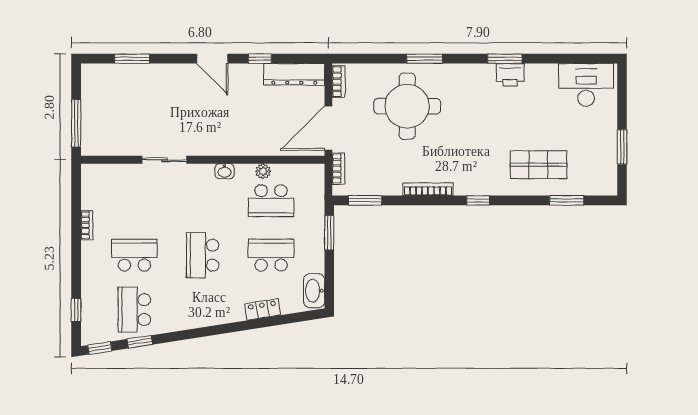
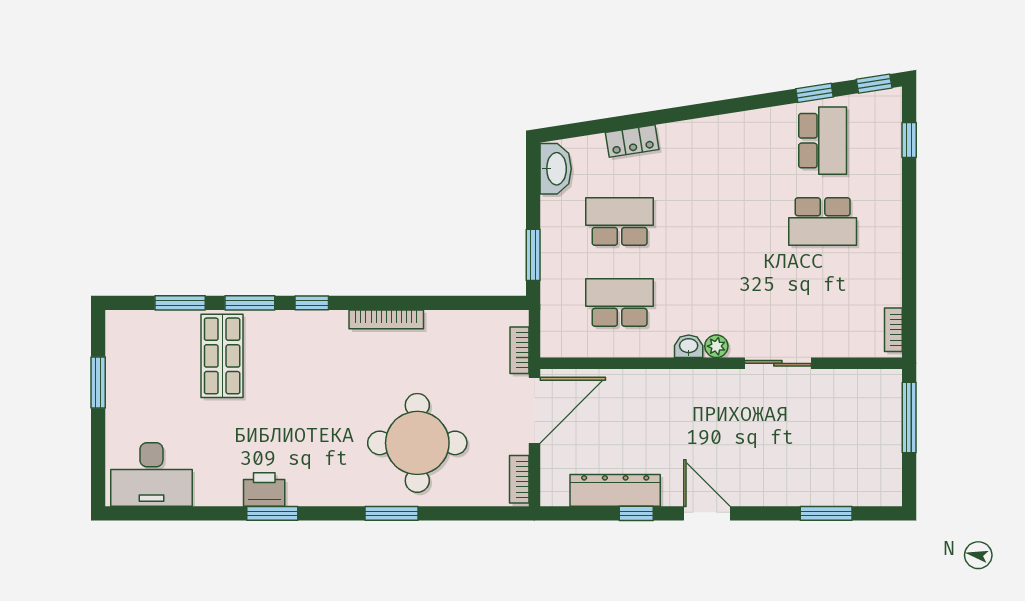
dresser: (294, 74) -> (615, 490), moved
shop shelf: (539, 165) -> (222, 356), turned 90
plant: (263, 171) -> (716, 346), moved
window: (365, 200) -> (250, 303), moved
bookcase: (87, 225) -> (893, 330), moved
school desk: (203, 255) -> (721, 222), removed
school desk: (271, 255) -> (620, 222), turned 180

